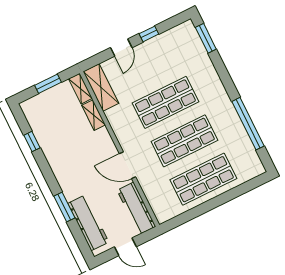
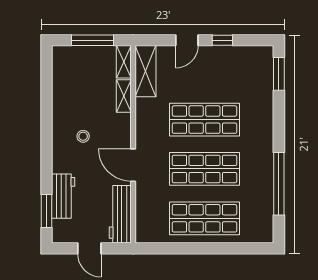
window: (48, 84) -> (93, 40), width x1.44
window: (32, 142) -> (47, 92), removed
stool: (77, 162) -> (83, 136), added
window: (64, 207) -> (47, 211), moved
workbench: (88, 223) -> (63, 196), width x0.73

